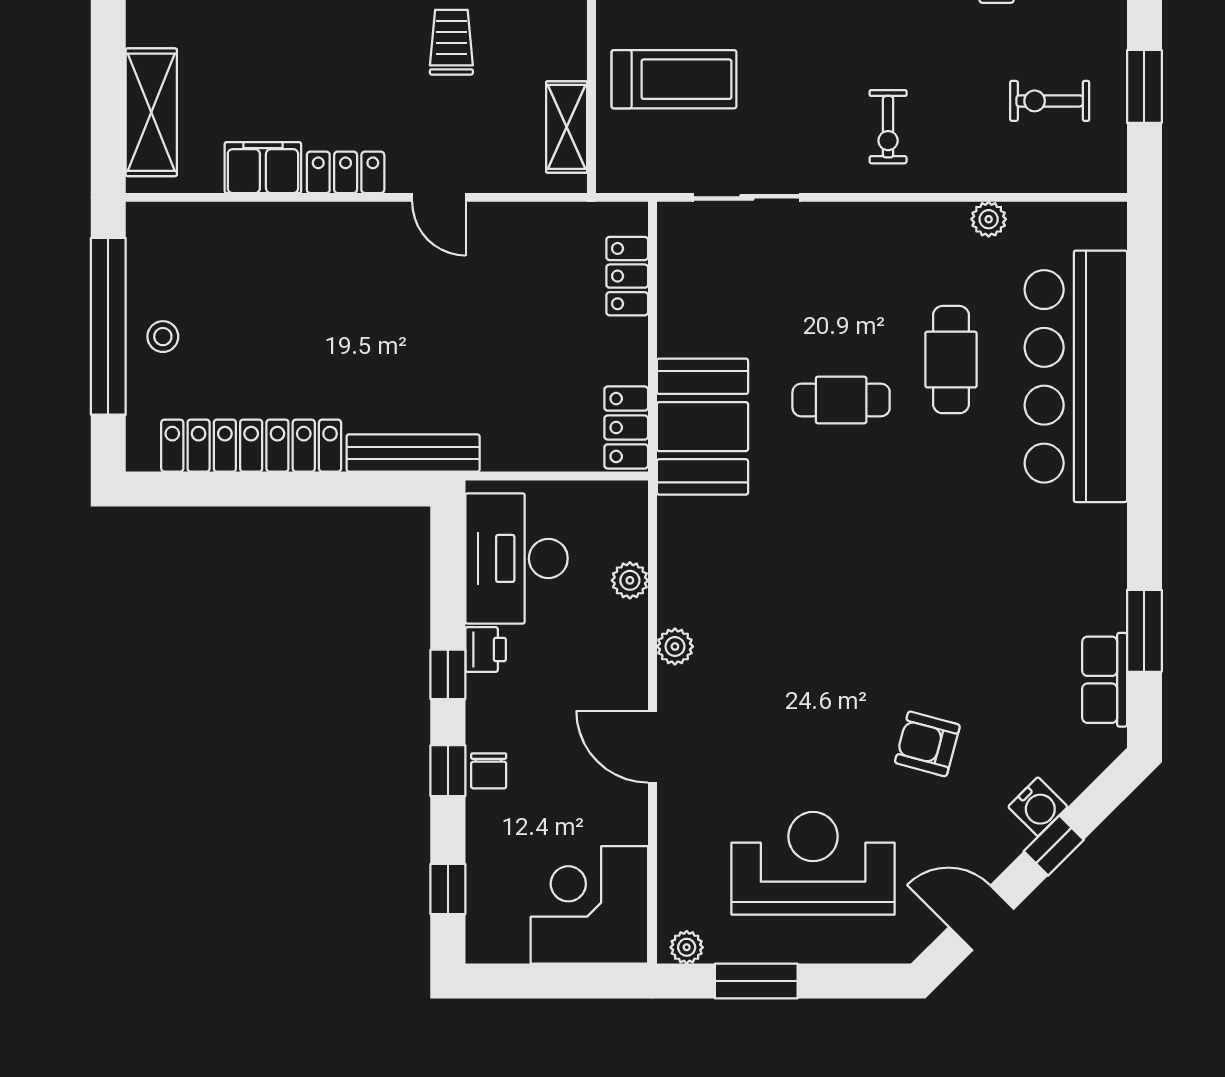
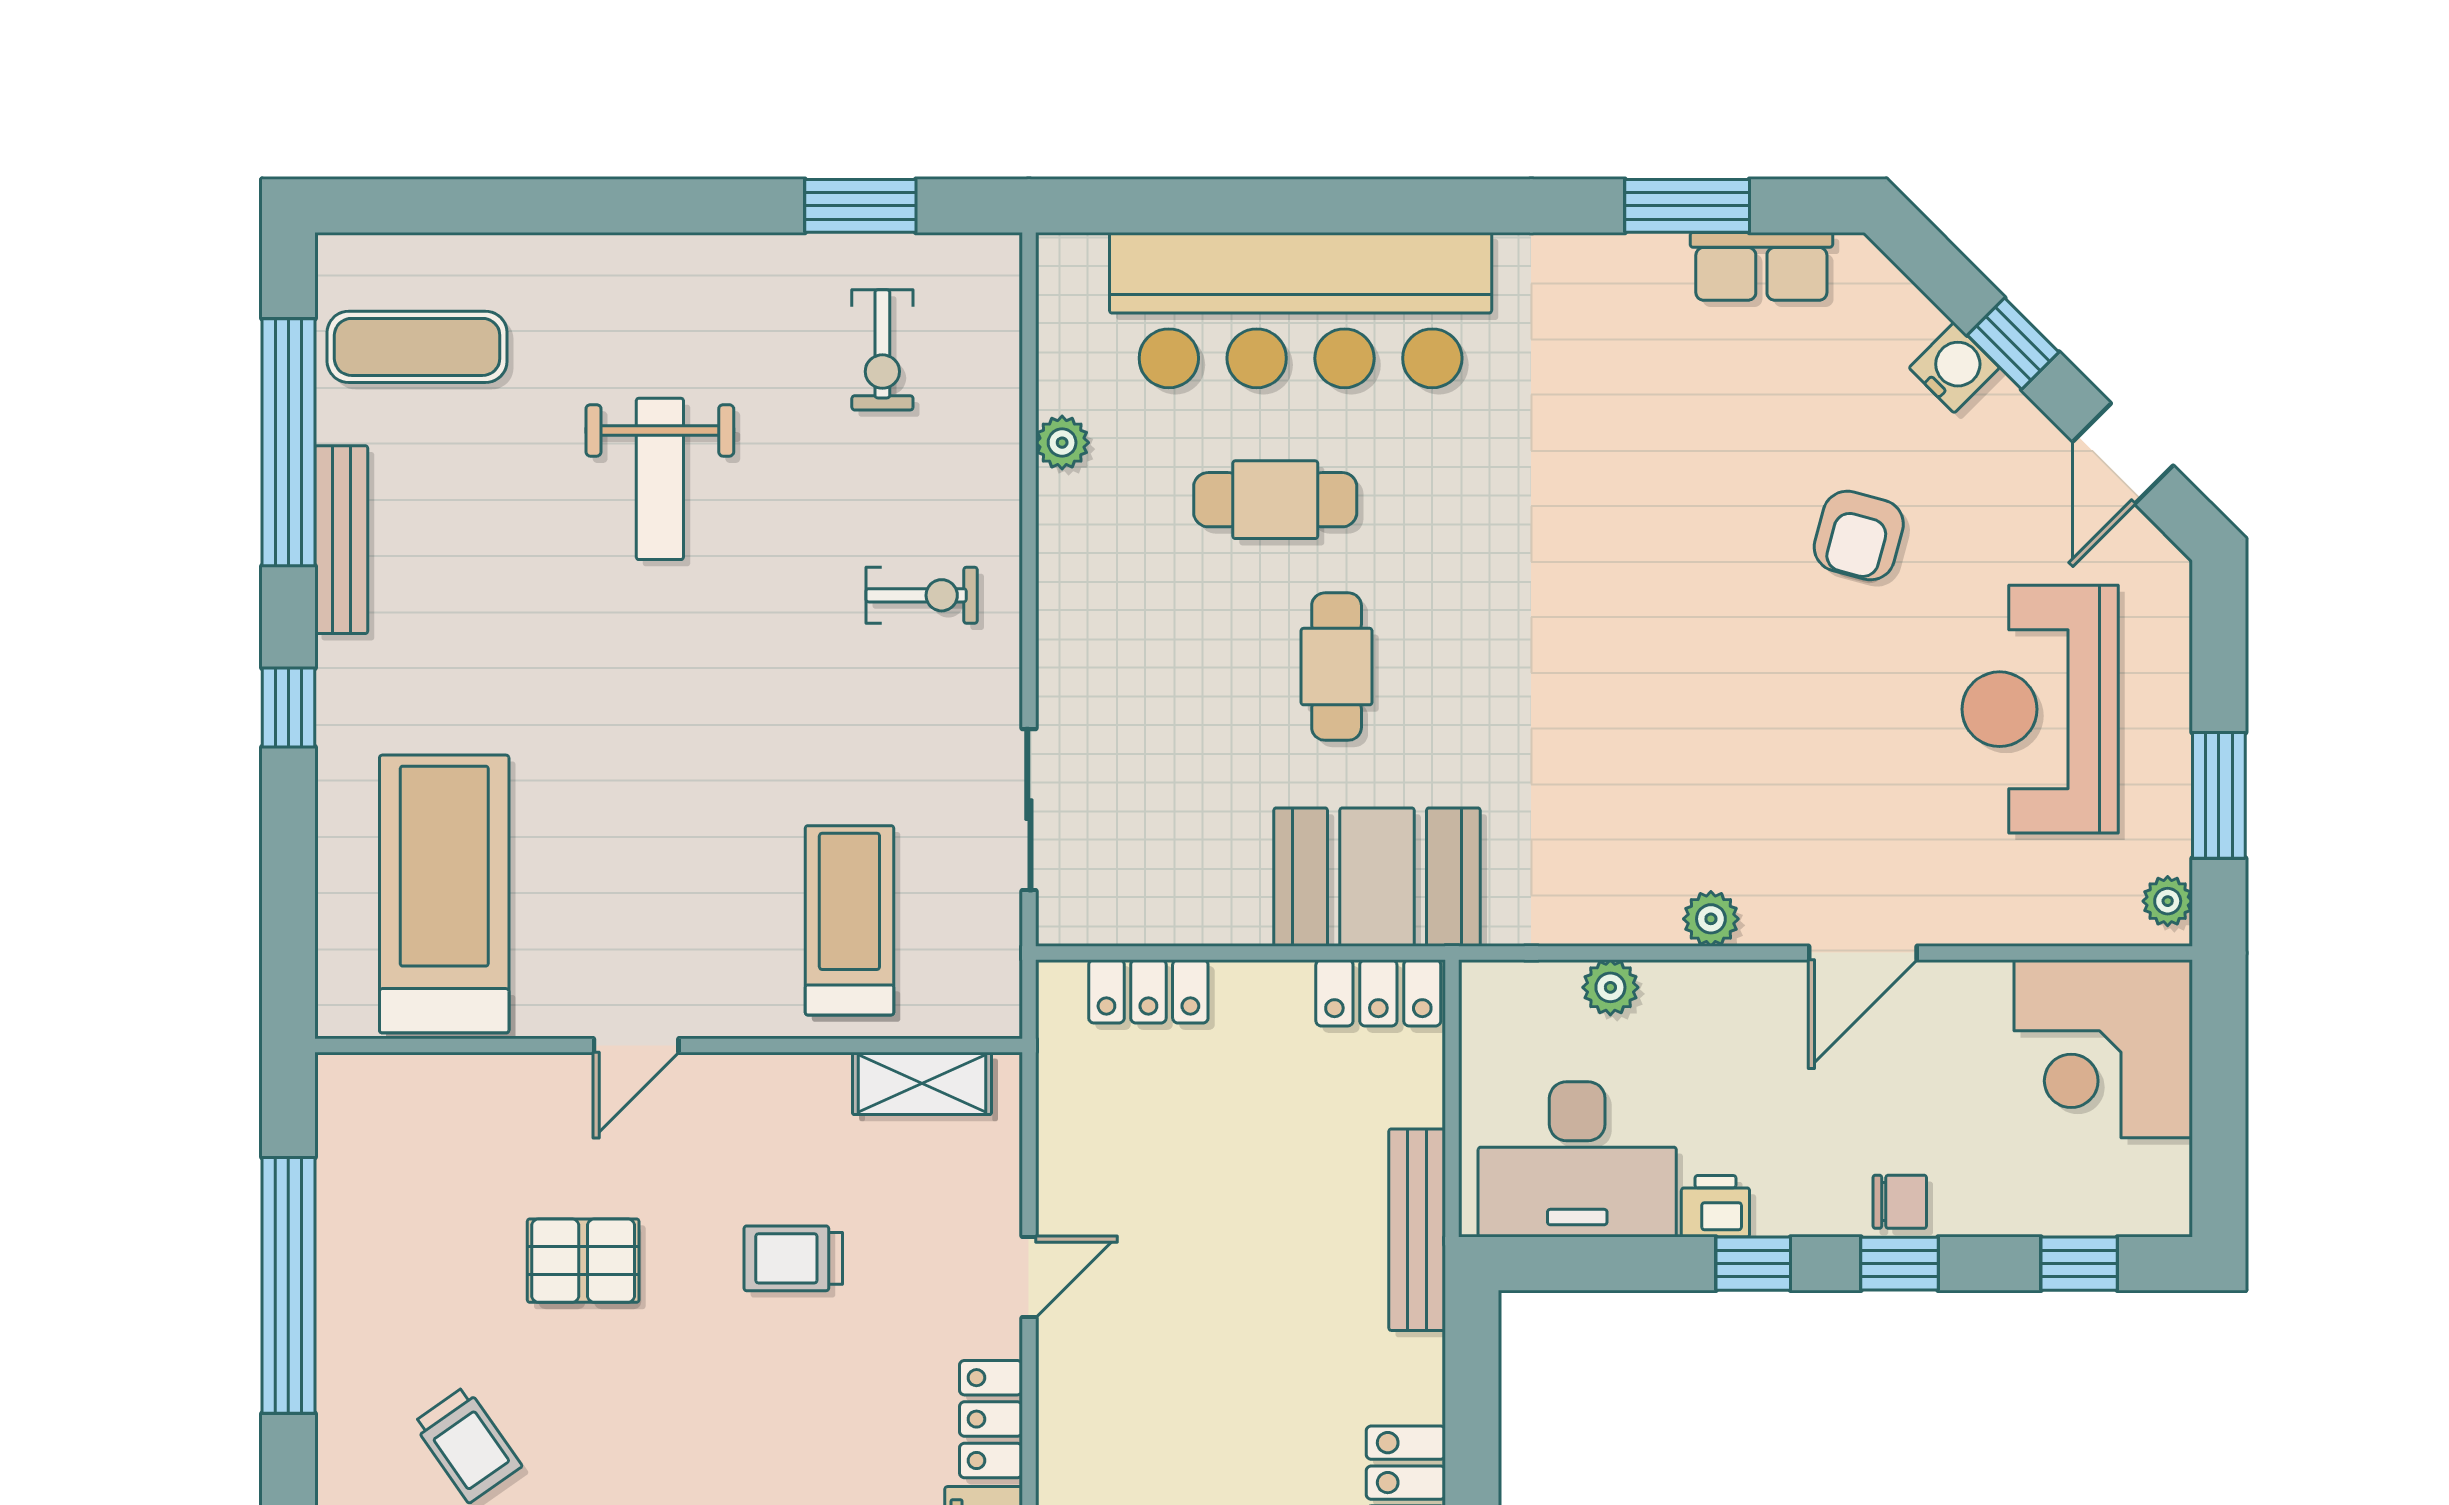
bench: (413, 453) -> (1417, 1230), moved

